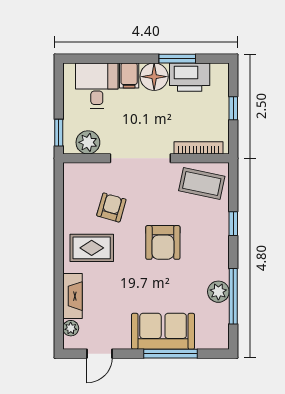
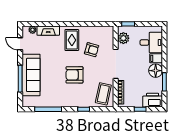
printer: (190, 77) -> (153, 100), moved, turned 90
plant: (218, 292) -> (50, 102), removed
sofa: (163, 331) -> (31, 75), width x1.36

